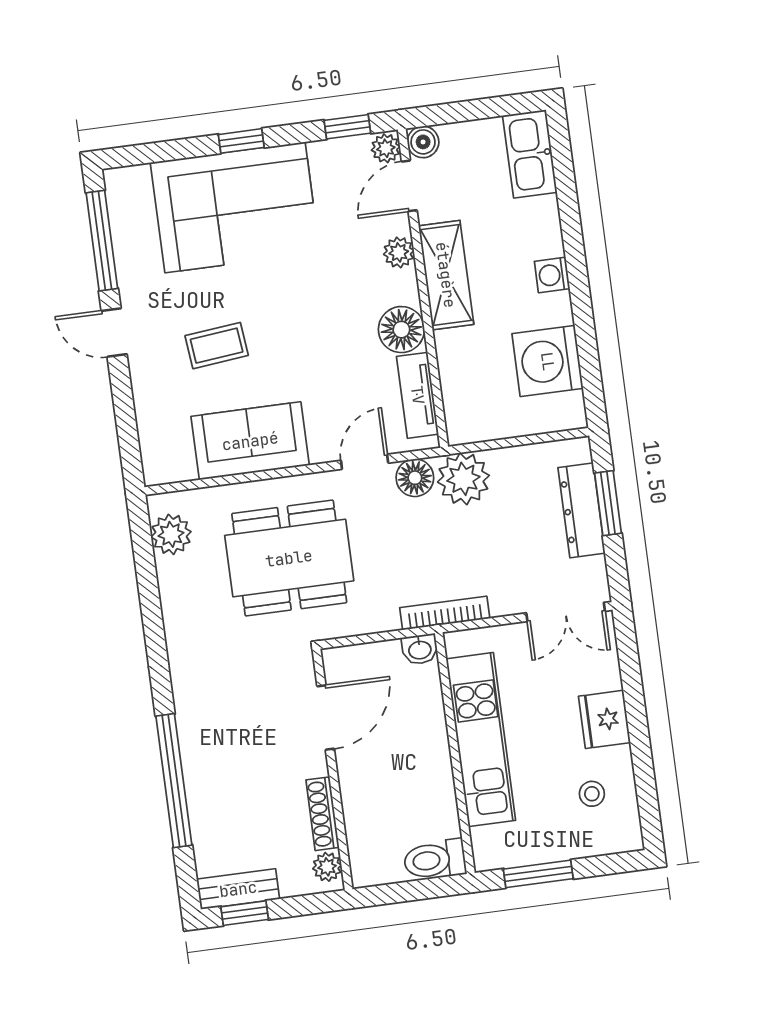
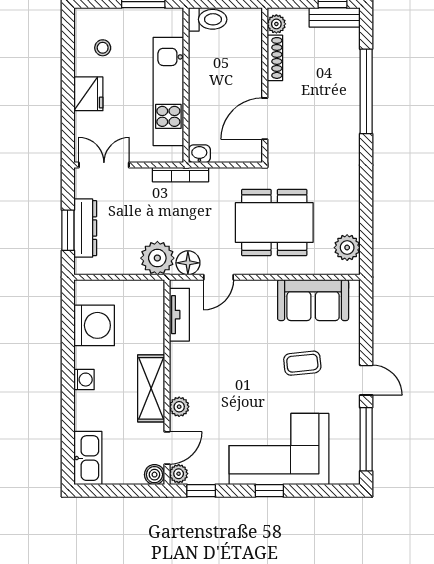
floor lamp: (401, 330) -> (184, 358), removed
sofa: (250, 441) -> (313, 300), moved

